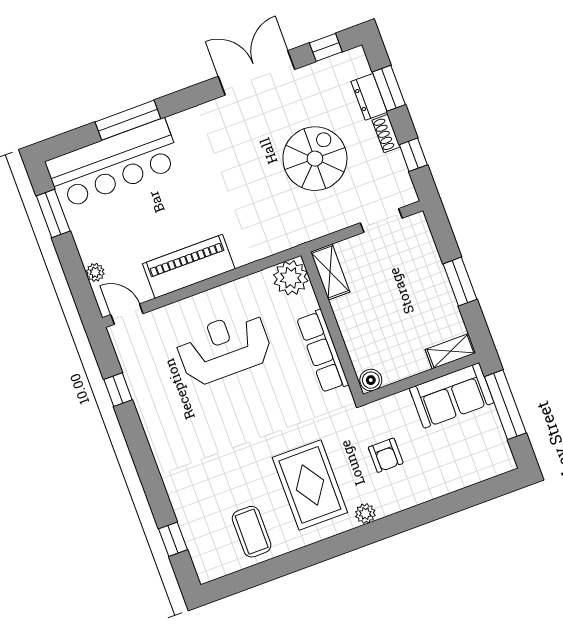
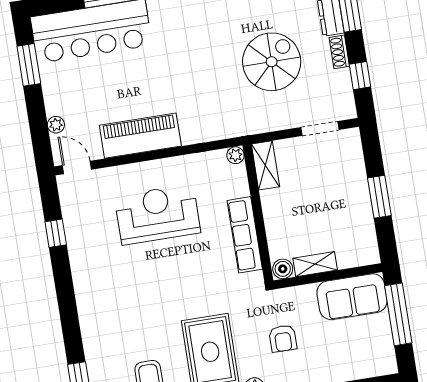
plant: (291, 278) -> (235, 155), width x0.53, depth x0.53
shelving: (450, 351) -> (315, 264), moved

